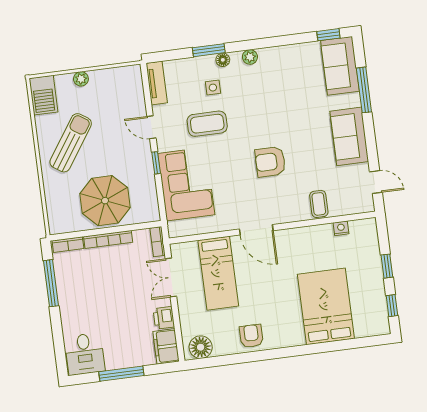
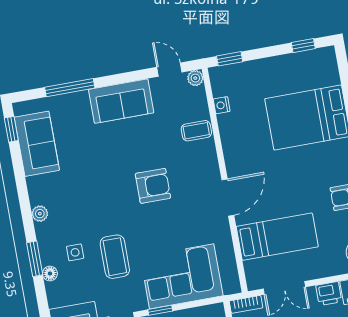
floor lamp: (223, 60) -> (50, 274), moved
sofa: (340, 66) -> (37, 144), moved, turned -90
armchair: (270, 162) -> (153, 186), turned -90
door: (376, 182) -> (169, 70), hinge flipped
plant: (367, 205) -> (195, 78), added
window: (387, 266) -> (230, 59), moved

